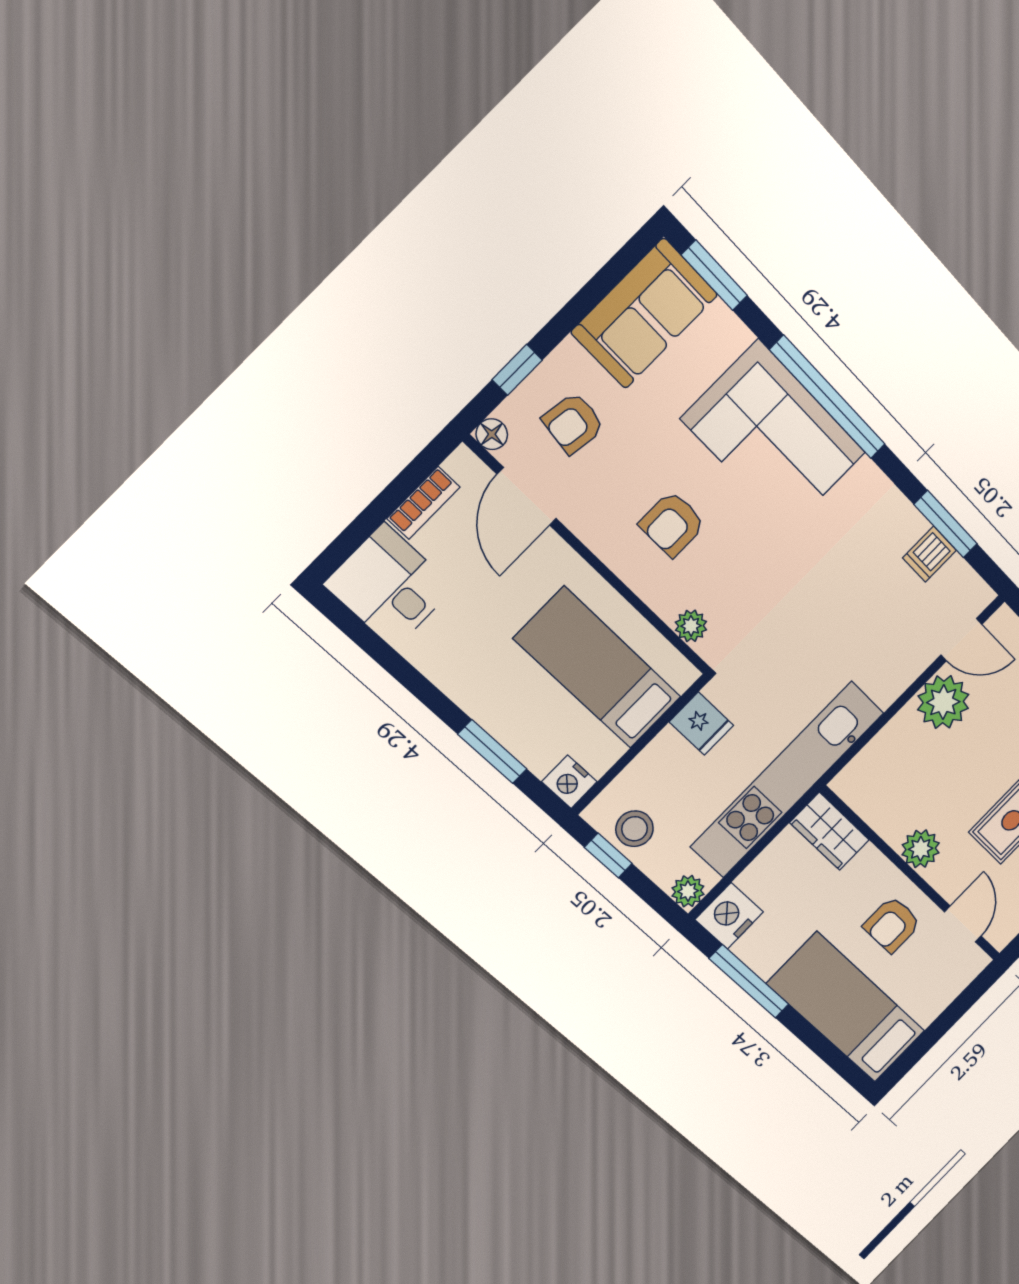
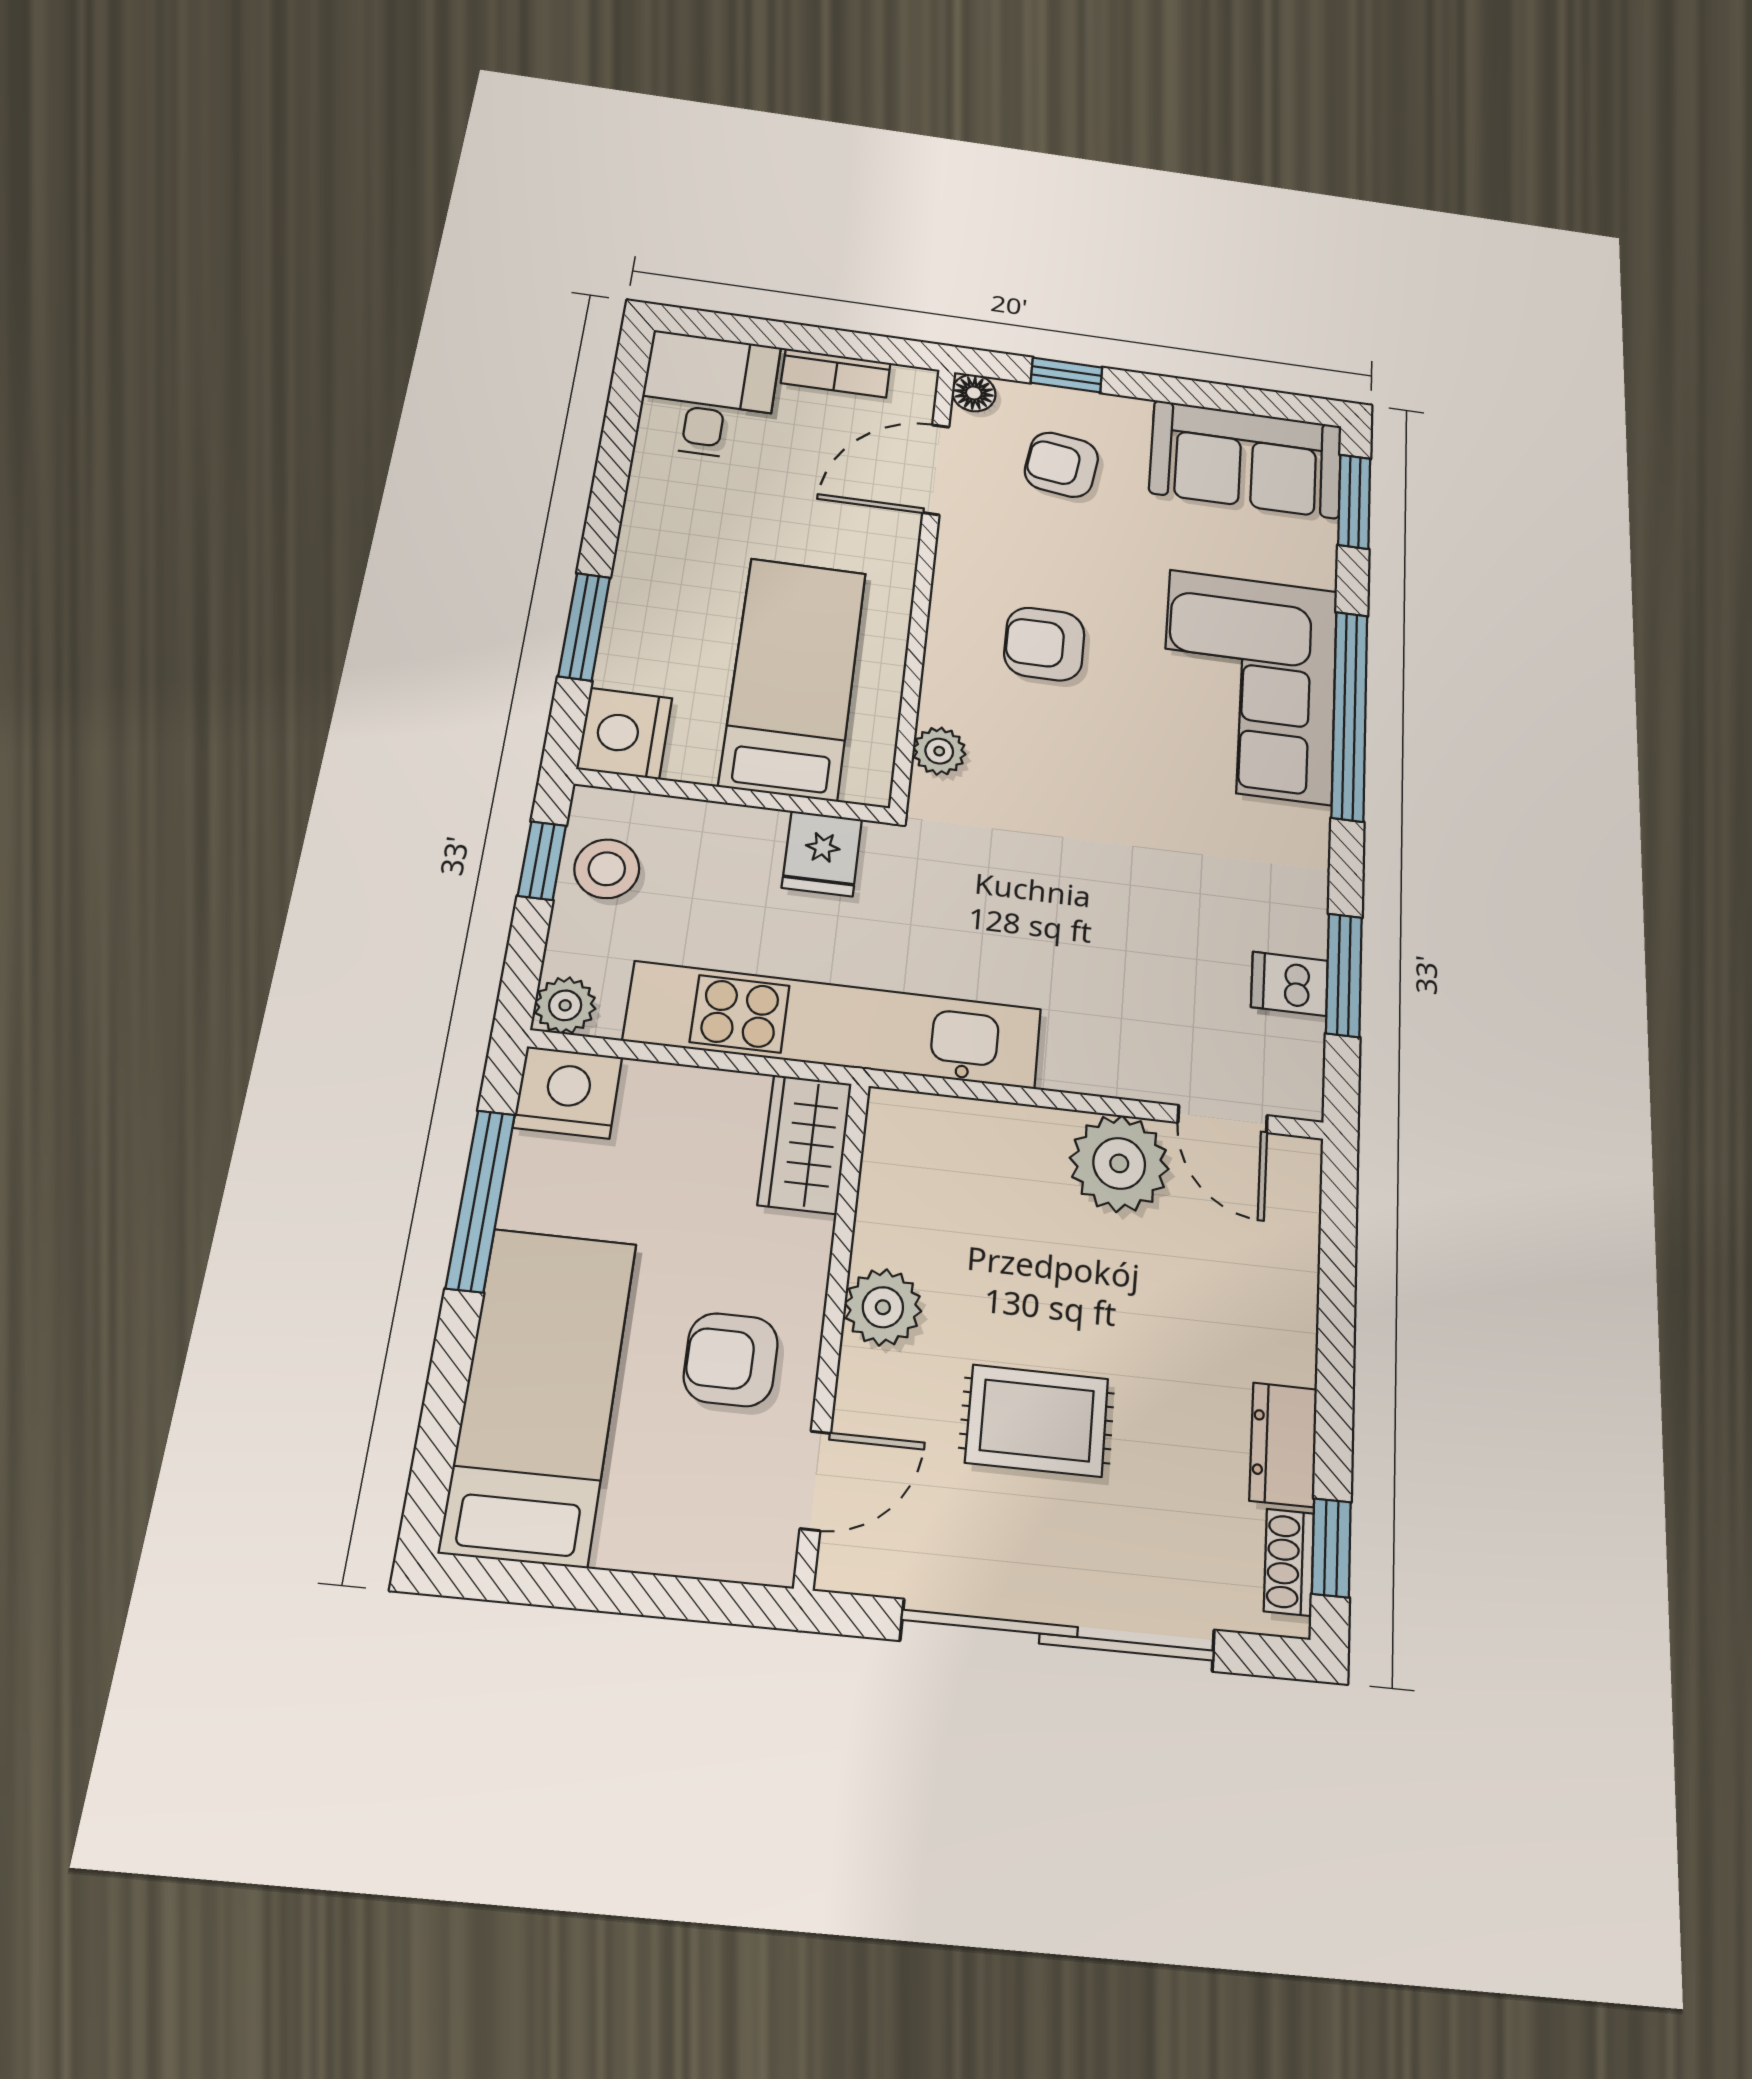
nightstand: (569, 782) -> (625, 733), width x1.36, depth x1.33

